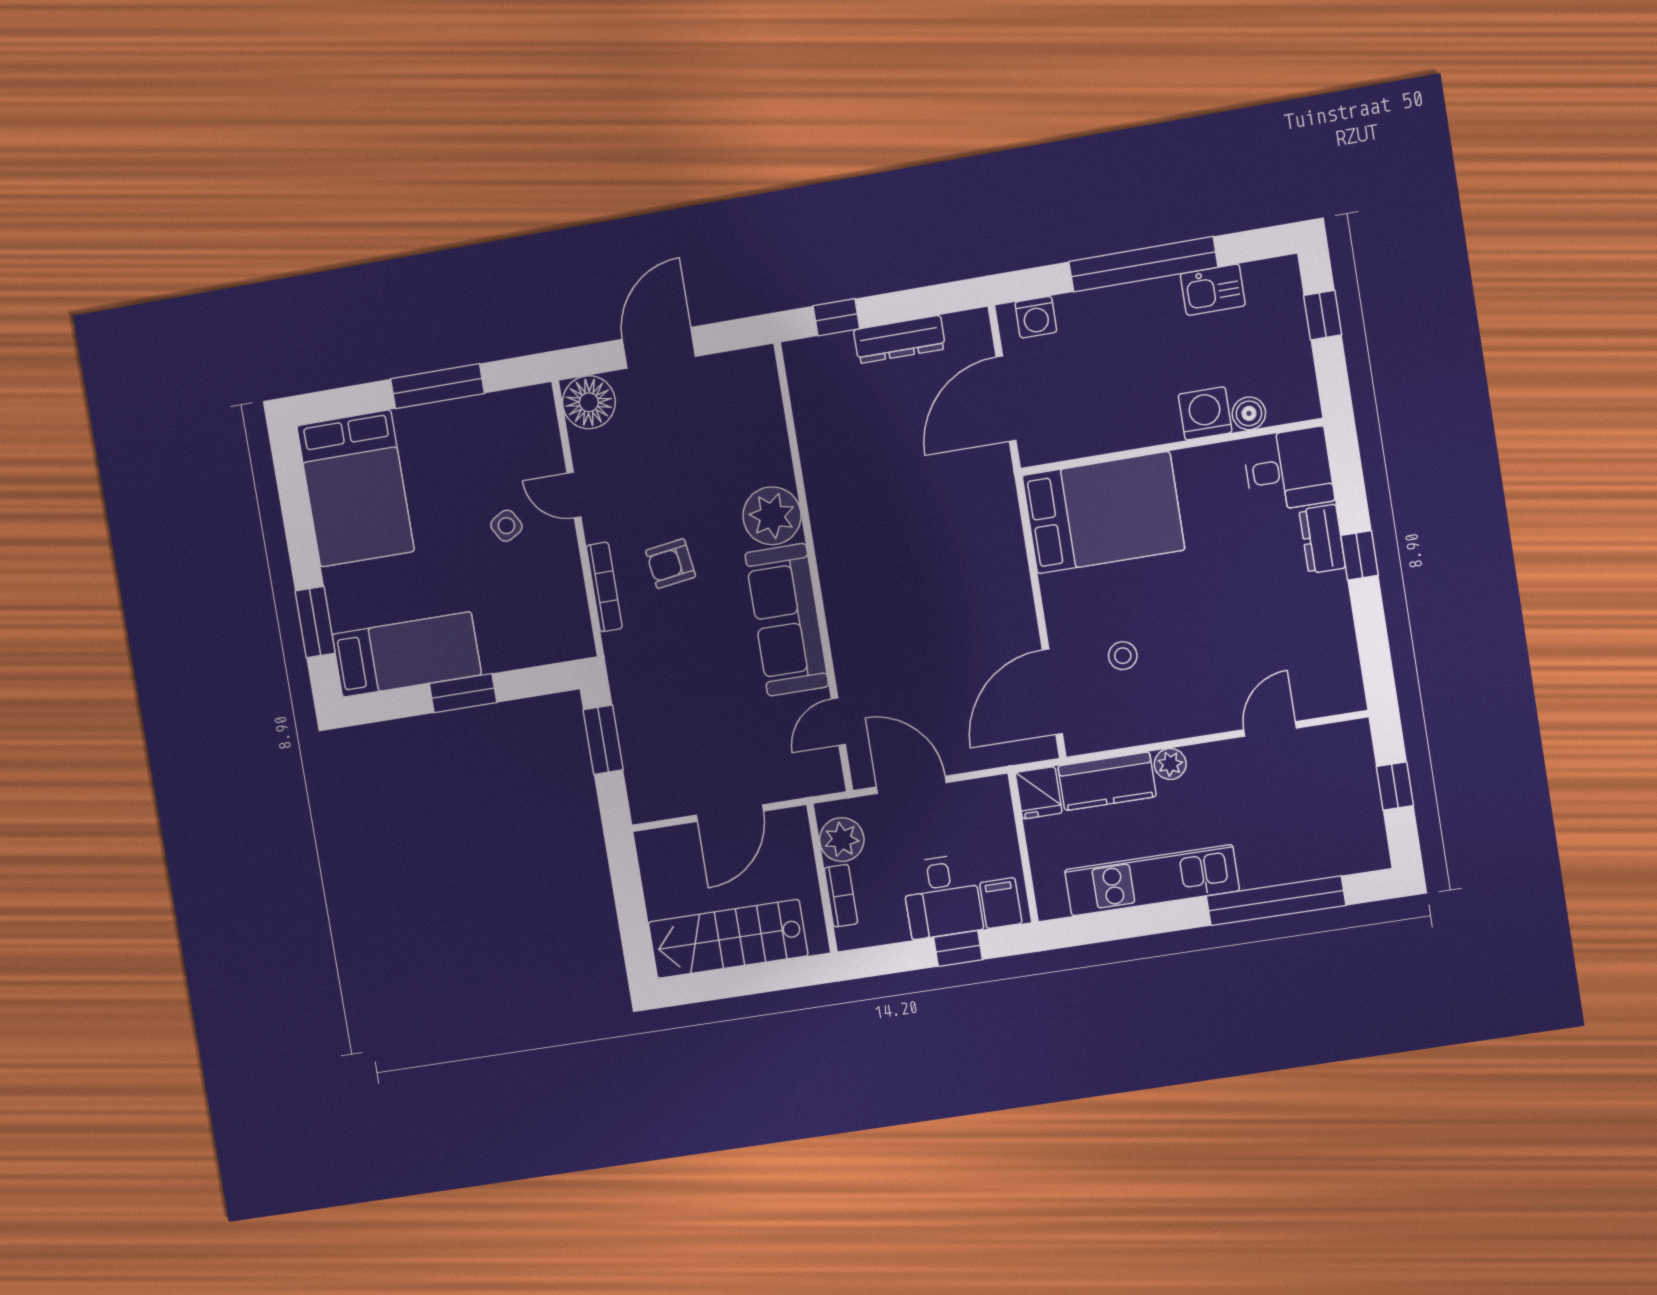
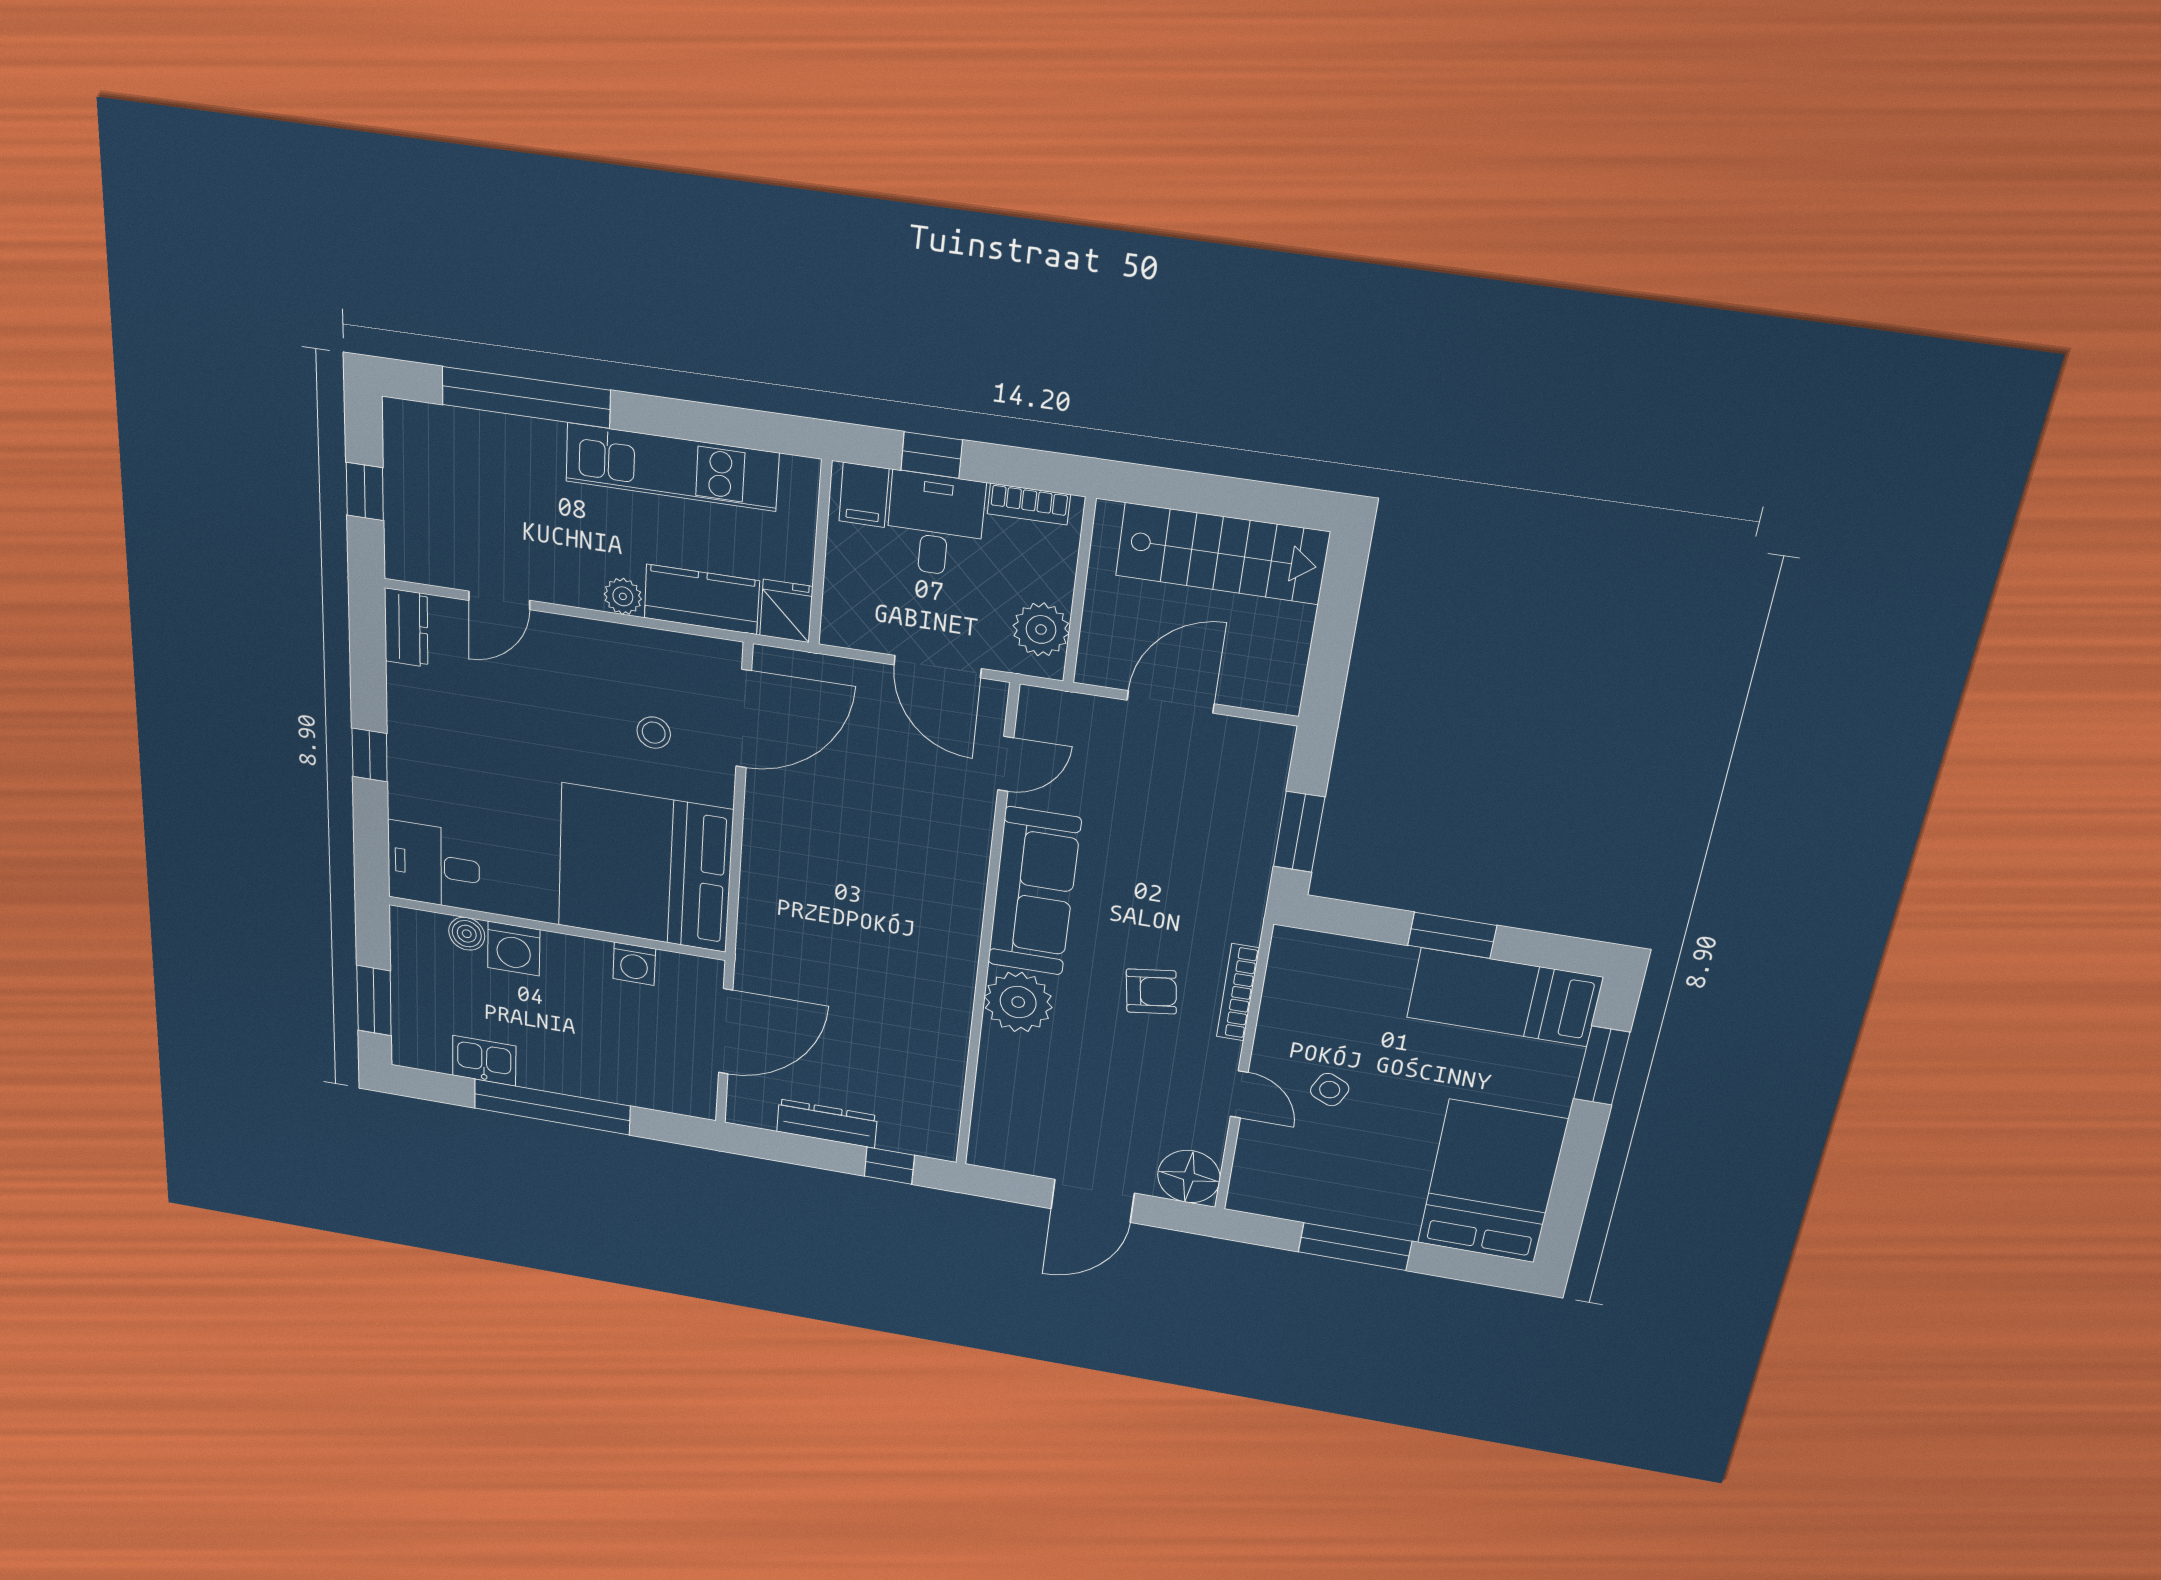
window: (1323, 315) -> (374, 1001), width x1.50
washing machine: (1036, 317) -> (634, 964), moved, turned 180
bed: (1103, 513) -> (645, 868), width x1.36
side table: (506, 526) -> (1330, 1090), turned -35
dresser: (1322, 539) -> (406, 628), moved
bookcase: (841, 896) -> (1029, 504), moved, turned -90

